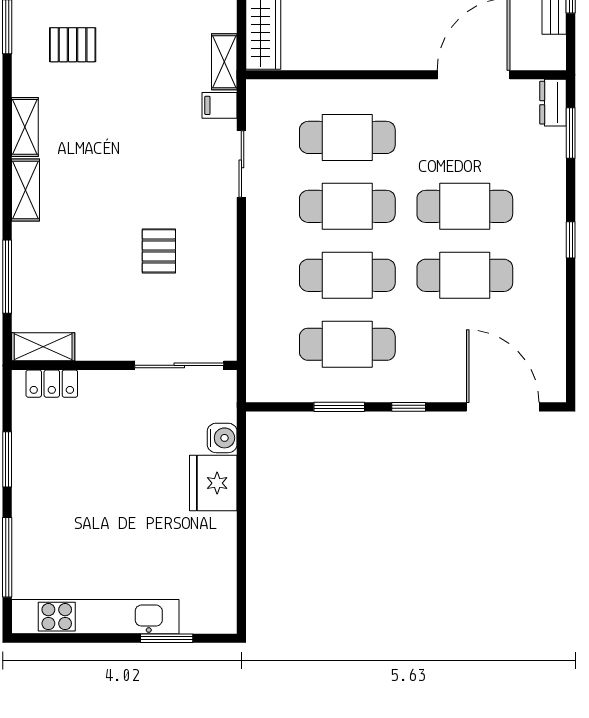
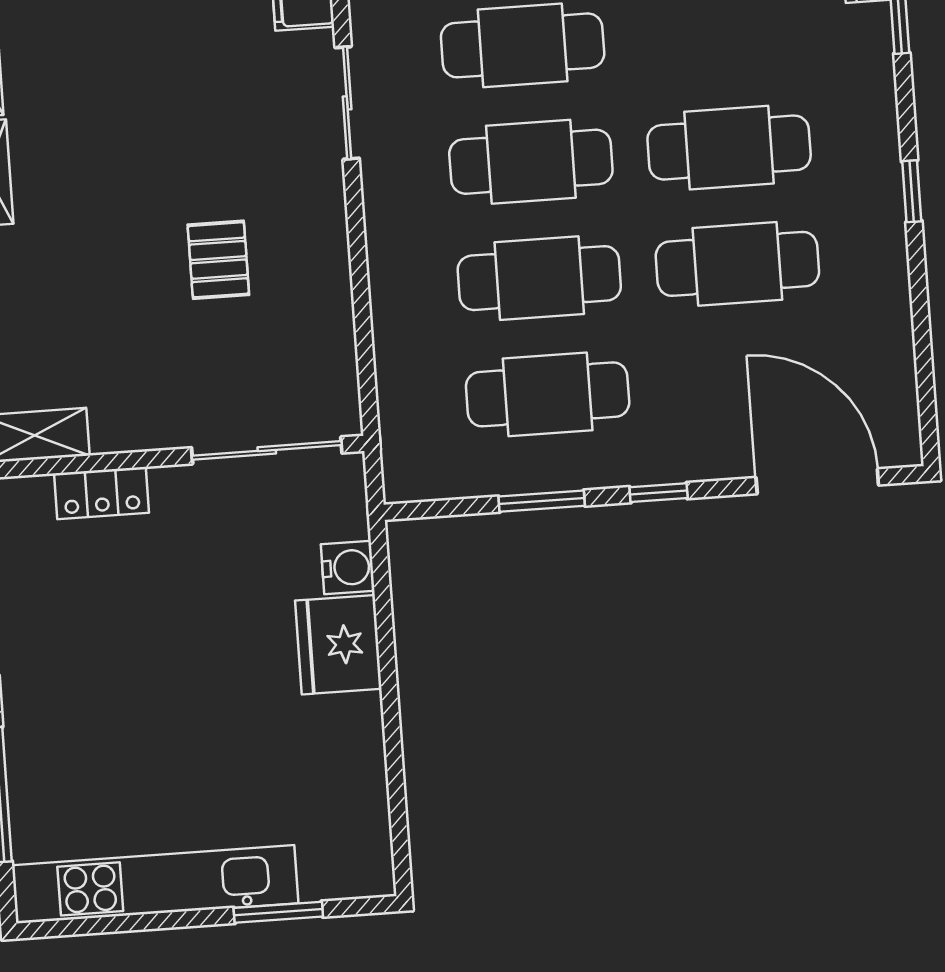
locker: (52, 384) -> (102, 493), moved

